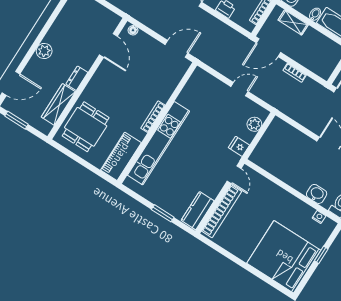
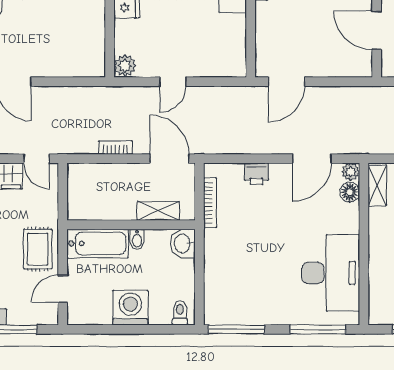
floor lamp: (133, 30) -> (357, 70), removed
door: (268, 48) -> (170, 159), hinge flipped
plant: (254, 124) -> (125, 66), moved

